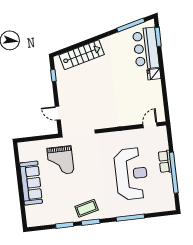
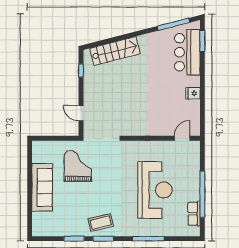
fridge: (154, 74) -> (193, 93), moved
grand piano: (60, 161) -> (78, 166), turned 180
row of seats: (165, 162) -> (194, 214), moved

